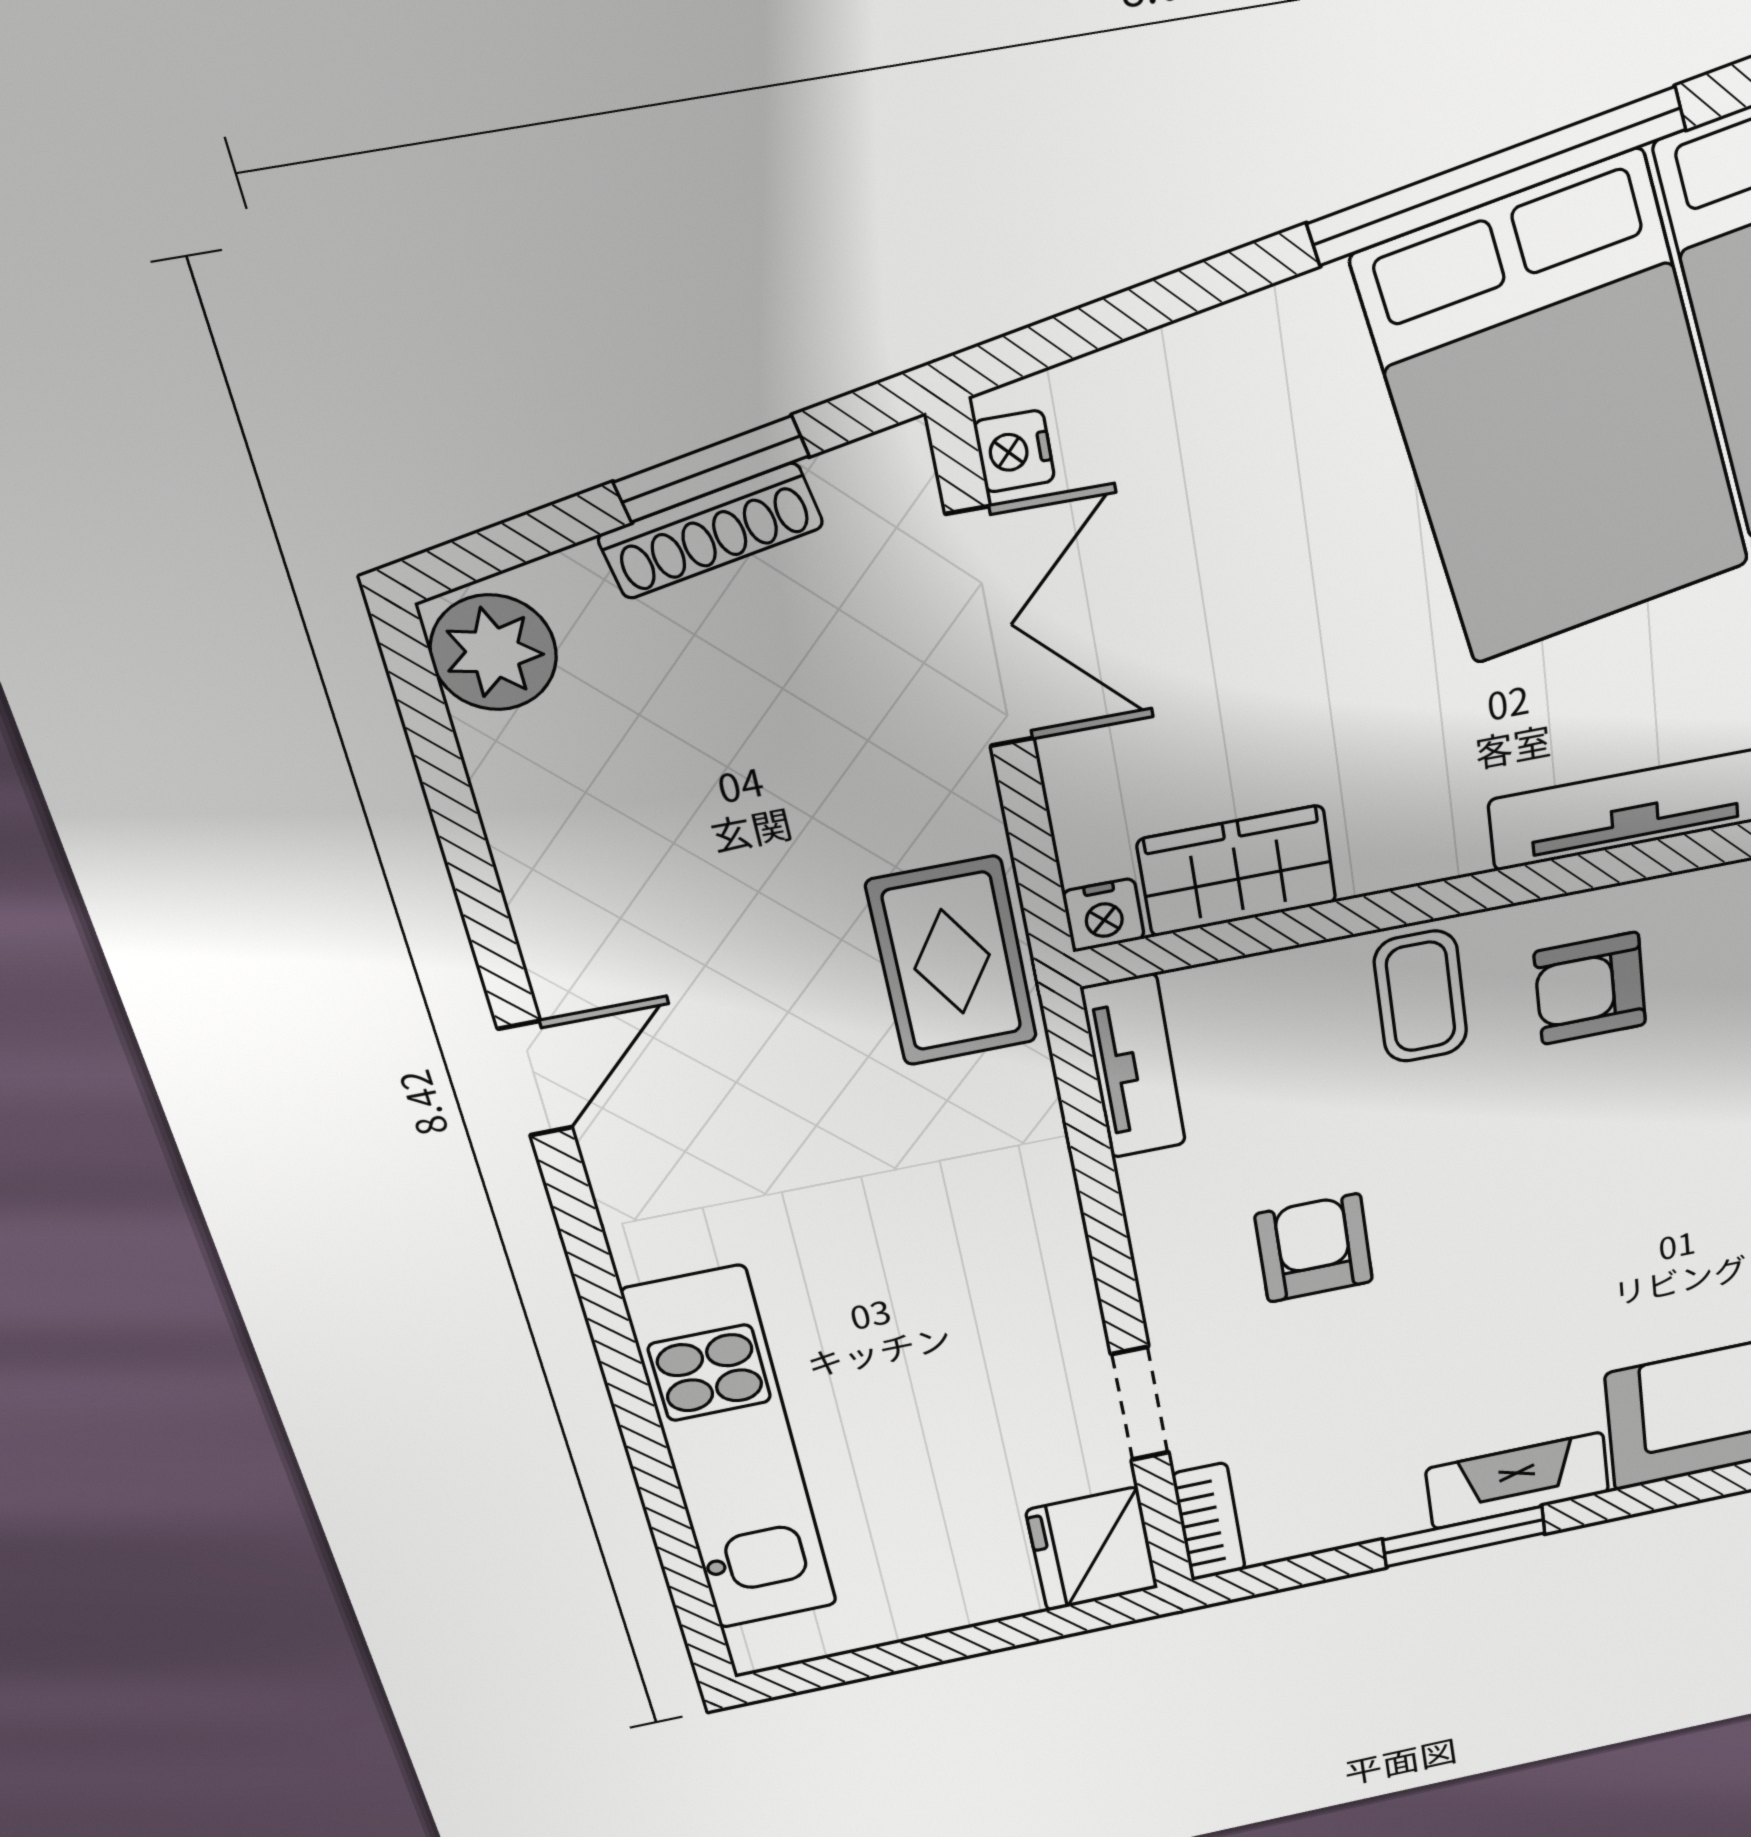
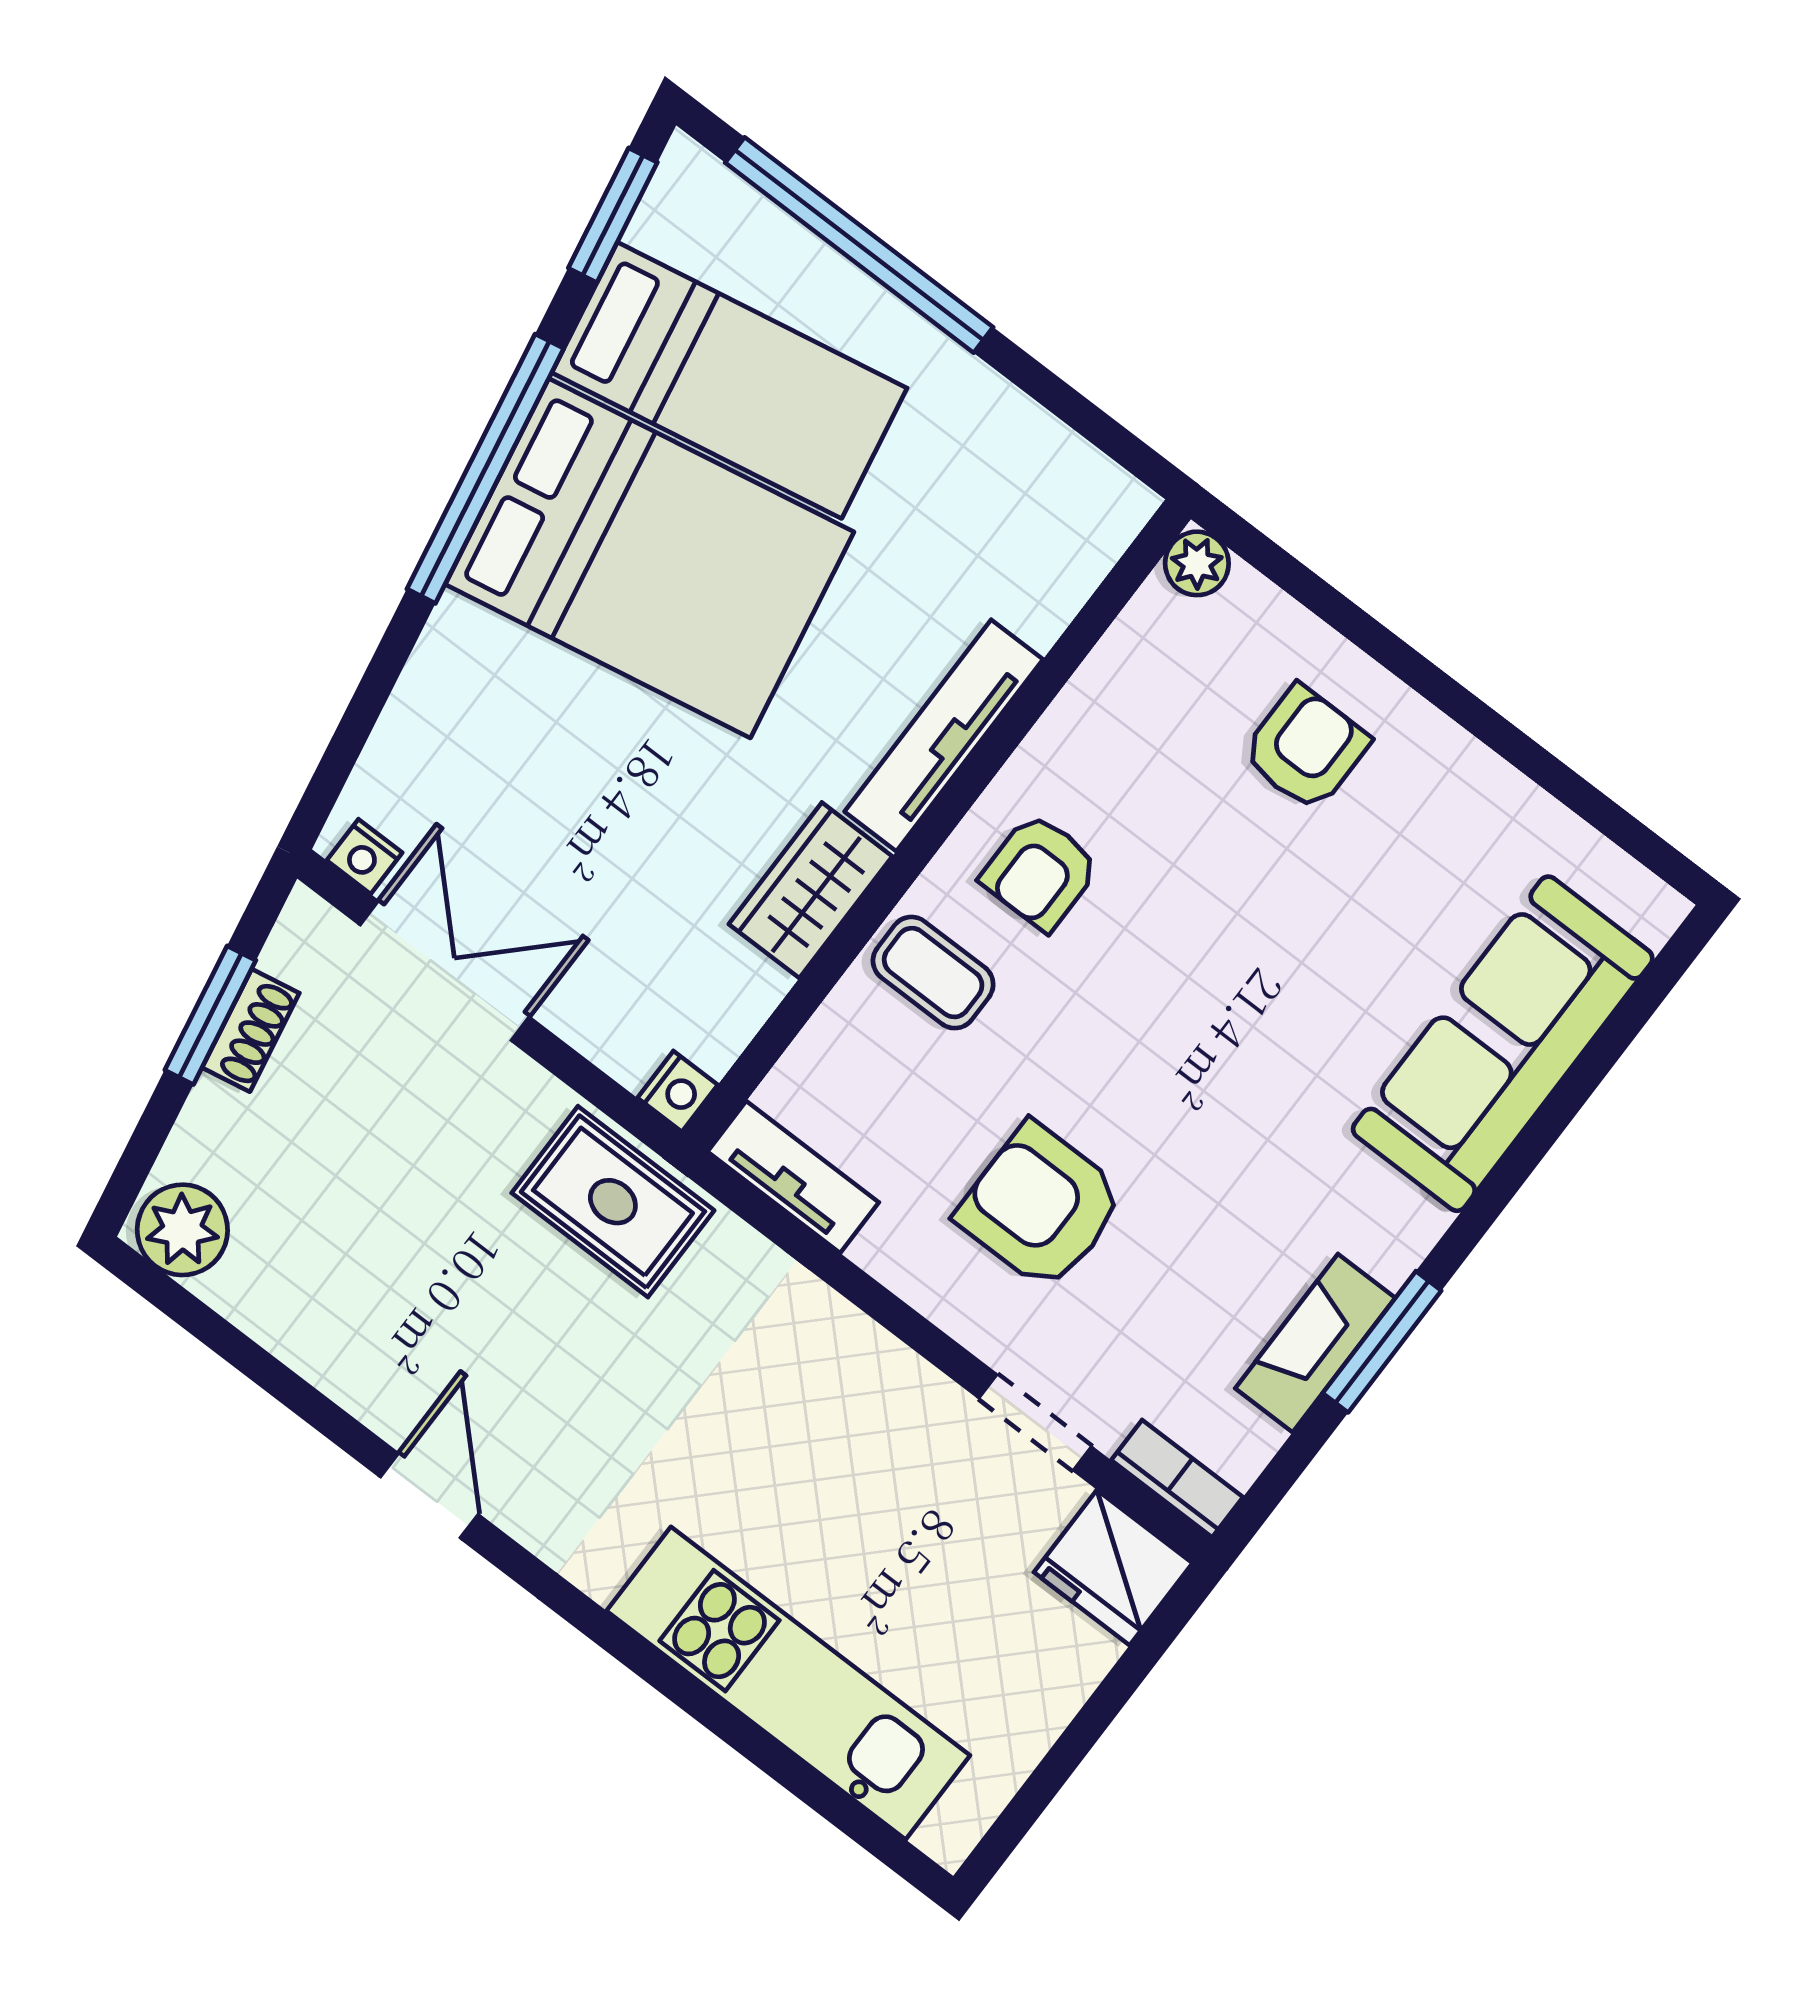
shoe rack: (711, 531) -> (251, 1030), width x0.70
wardrobe: (1237, 871) -> (811, 890), moved
armchair: (1314, 1248) -> (1041, 1206), width x1.38, depth x1.38
fireplace: (1518, 1481) -> (1315, 1343), moved

